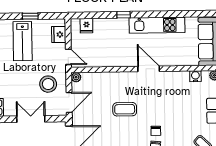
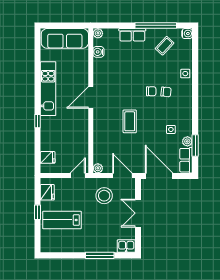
fridge: (59, 35) -> (47, 192), moved, turned -90
lab bench: (23, 41) -> (62, 220), turned 180

